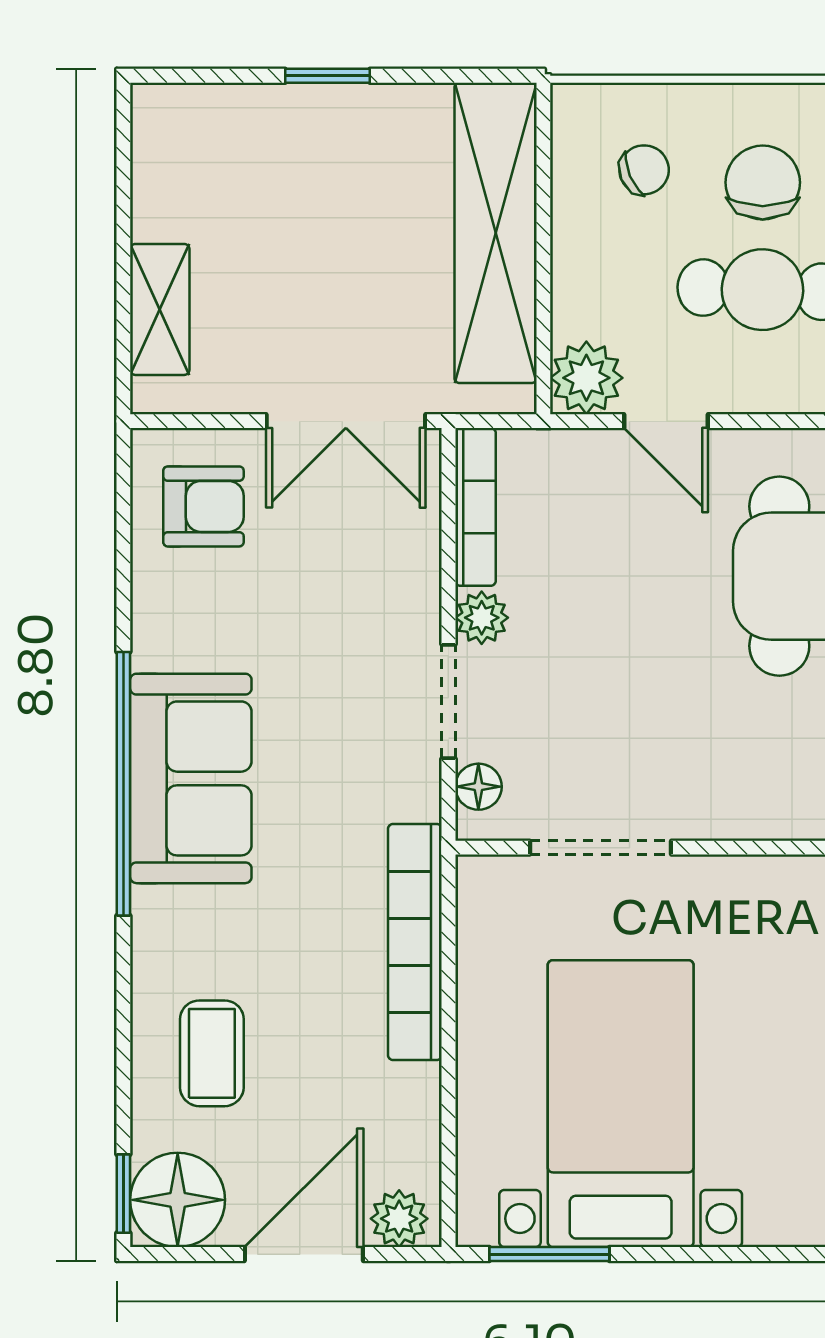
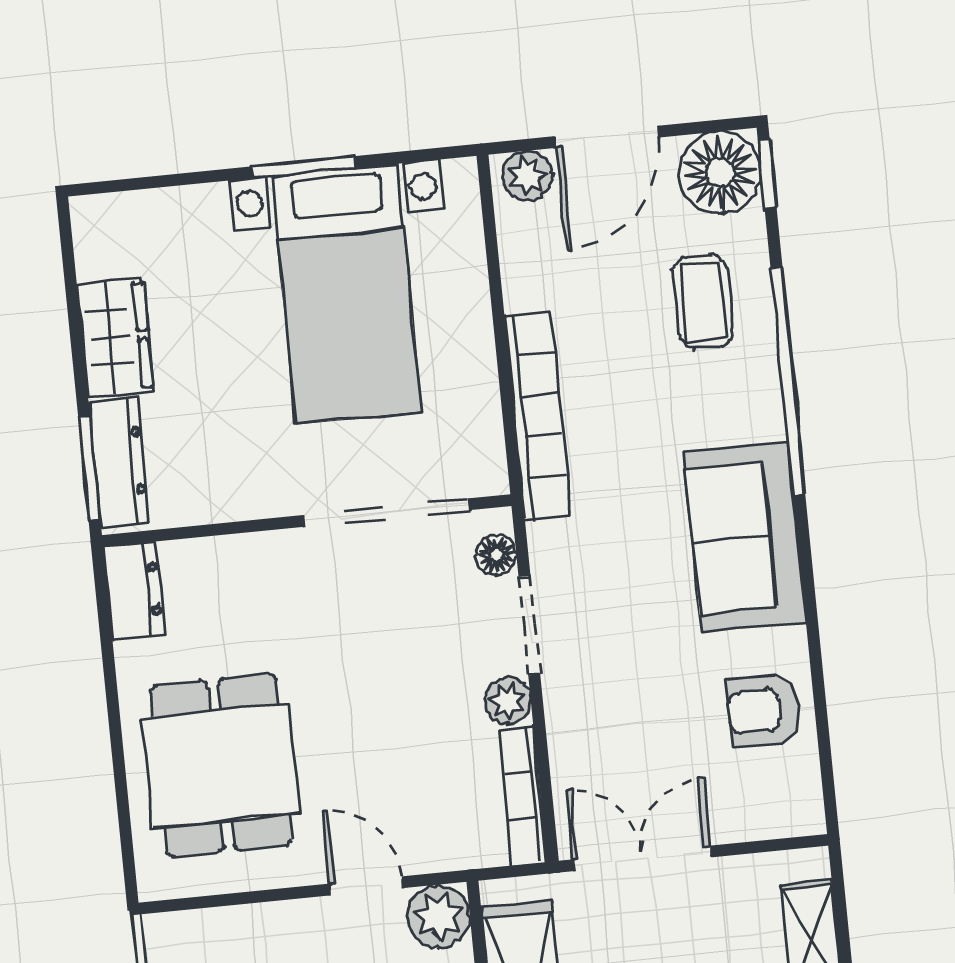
armchair: (203, 506) -> (764, 710), moved
window: (123, 784) -> (788, 381), moved
doorway: (601, 848) -> (386, 513), width x1.36
window: (549, 1254) -> (304, 167), moved

